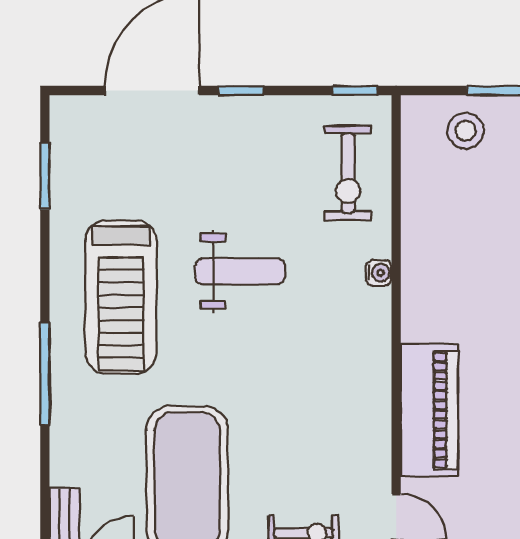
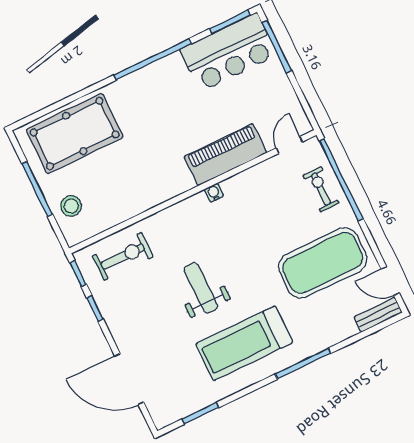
window: (241, 91) -> (95, 308), moved
water cooler: (379, 273) -> (214, 193), moved
treadmill: (121, 297) -> (244, 343), turned 180

